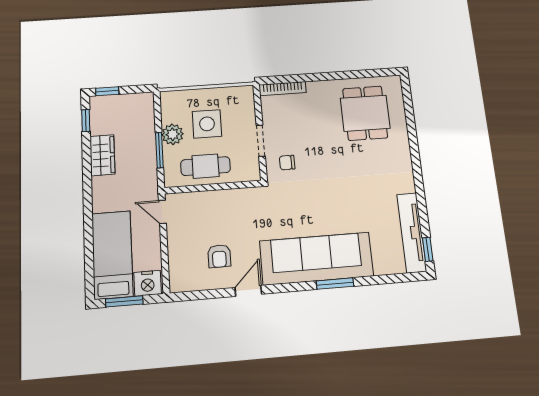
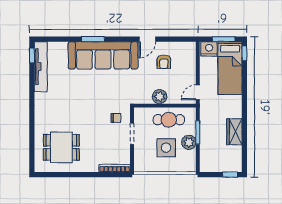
dining table: (365, 113) -> (61, 147), turned 90
window: (86, 121) -> (244, 53), moved
plant: (222, 200) -> (160, 97), added
door: (162, 212) -> (198, 92), swing flipped
armchair: (219, 256) -> (164, 62), turned 180

